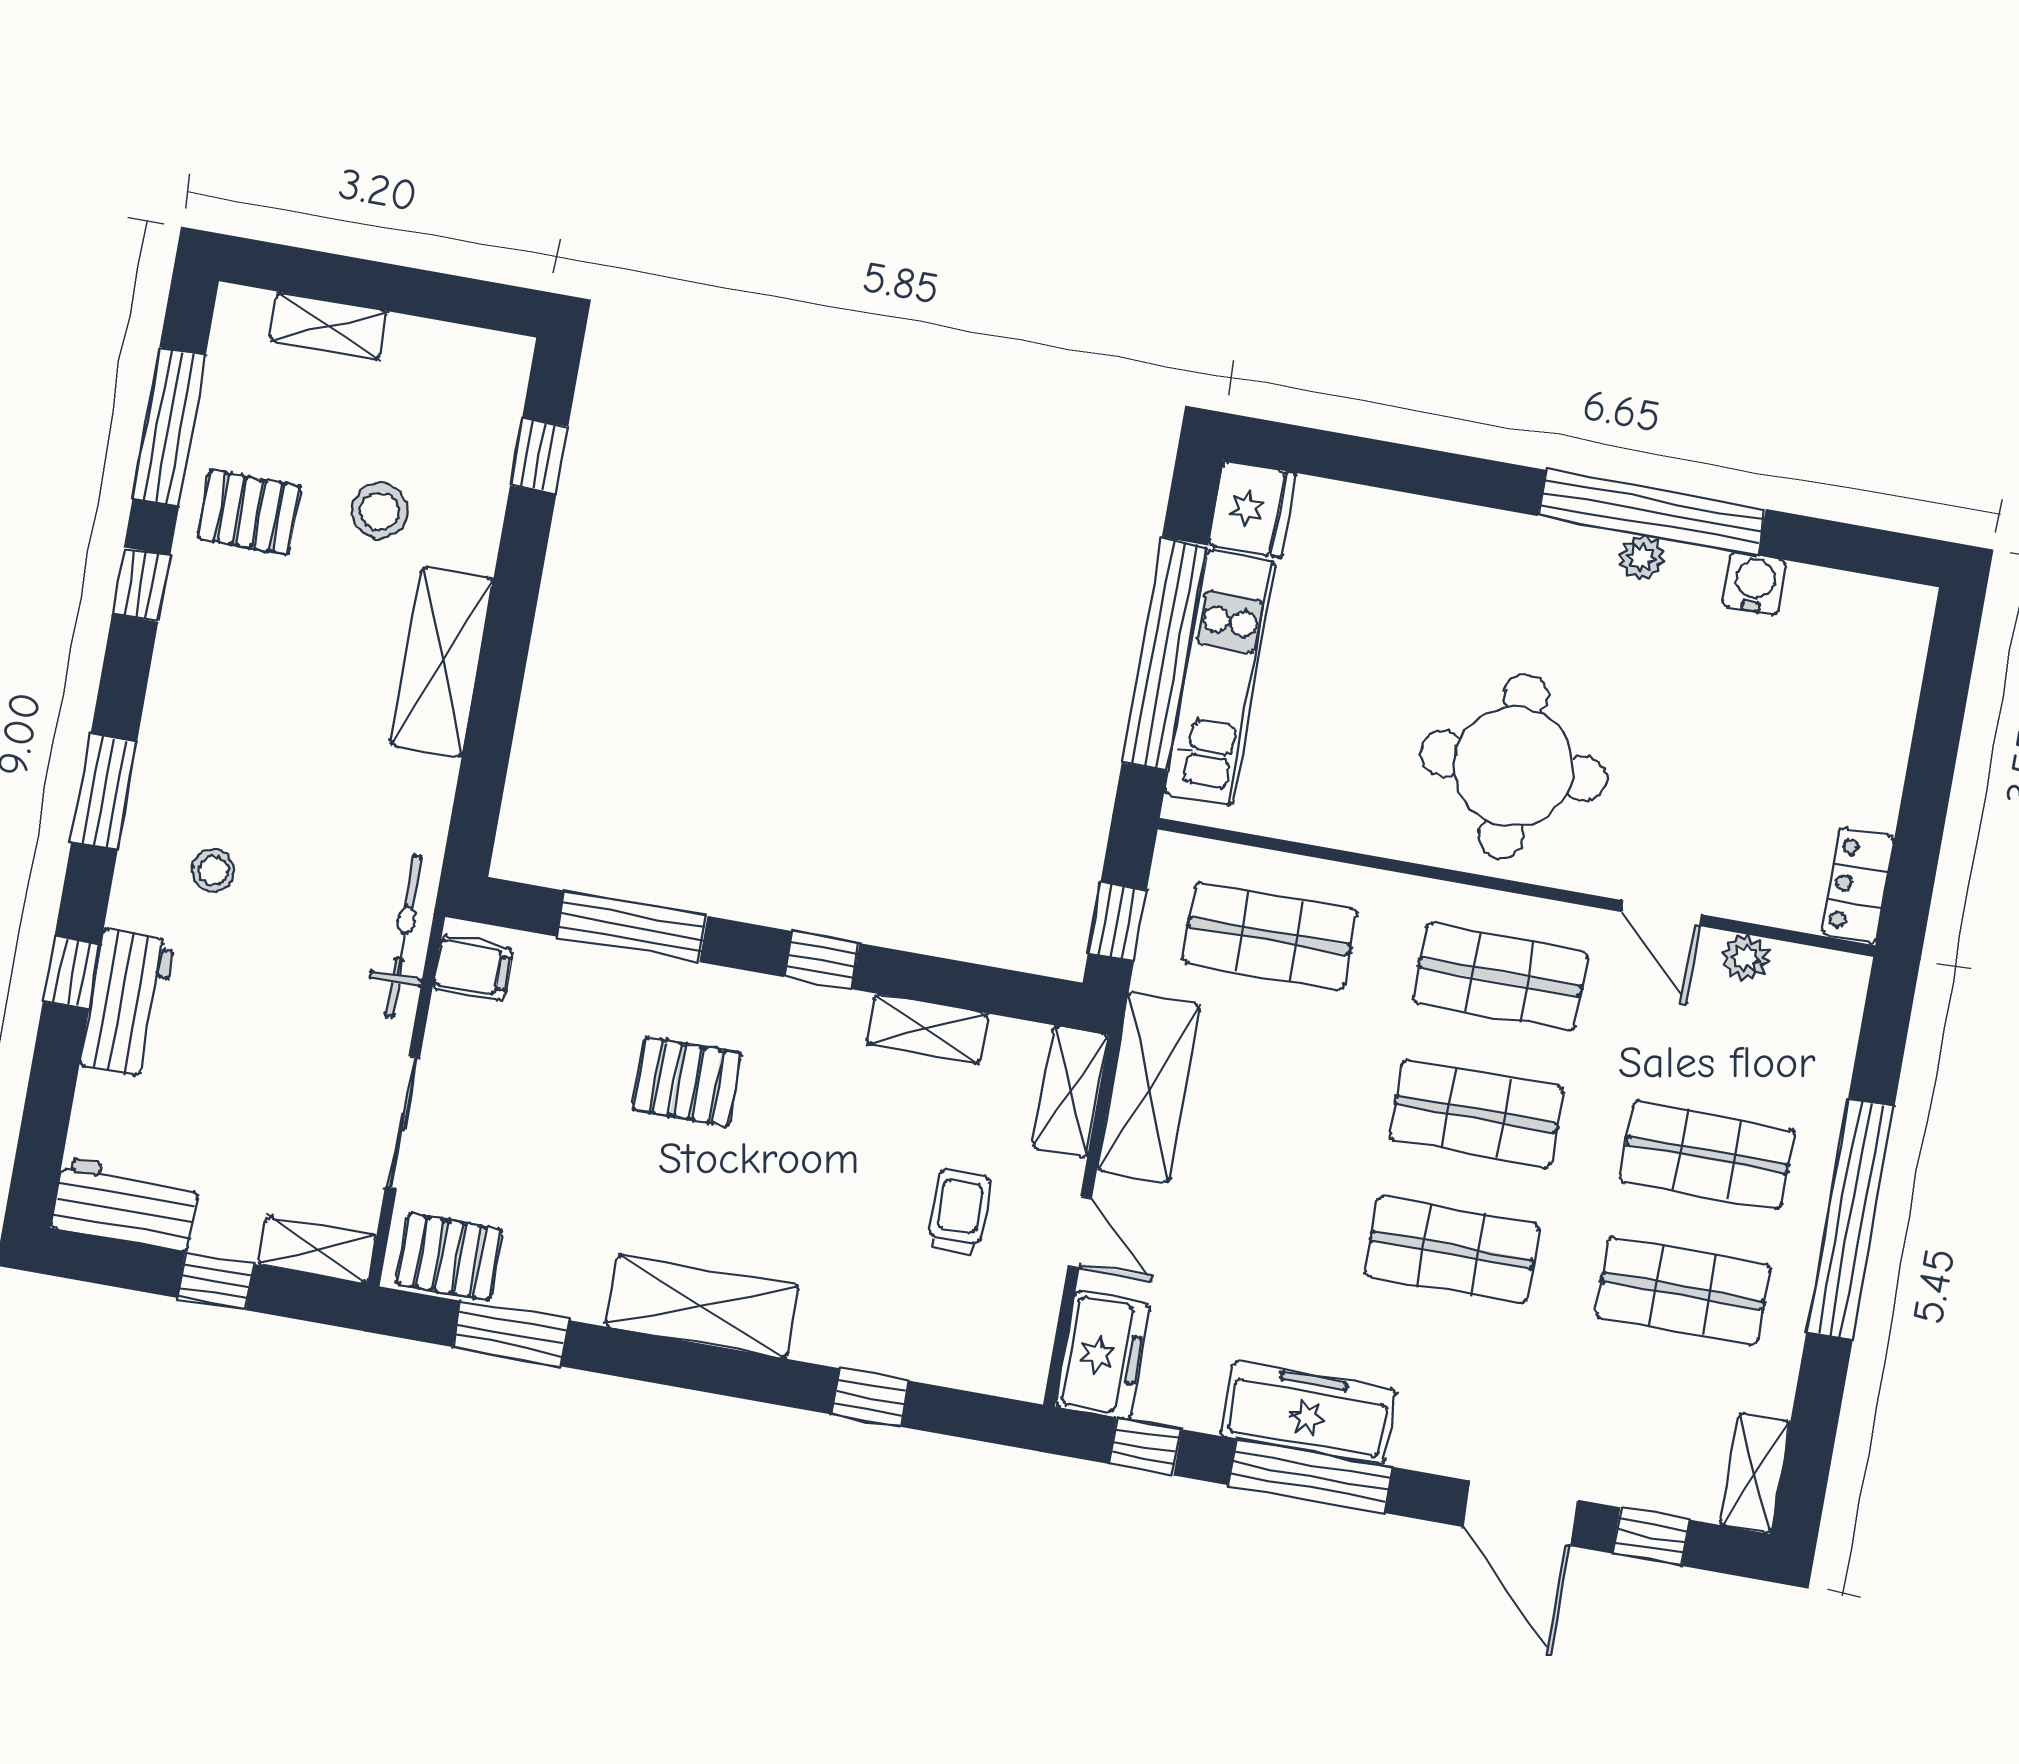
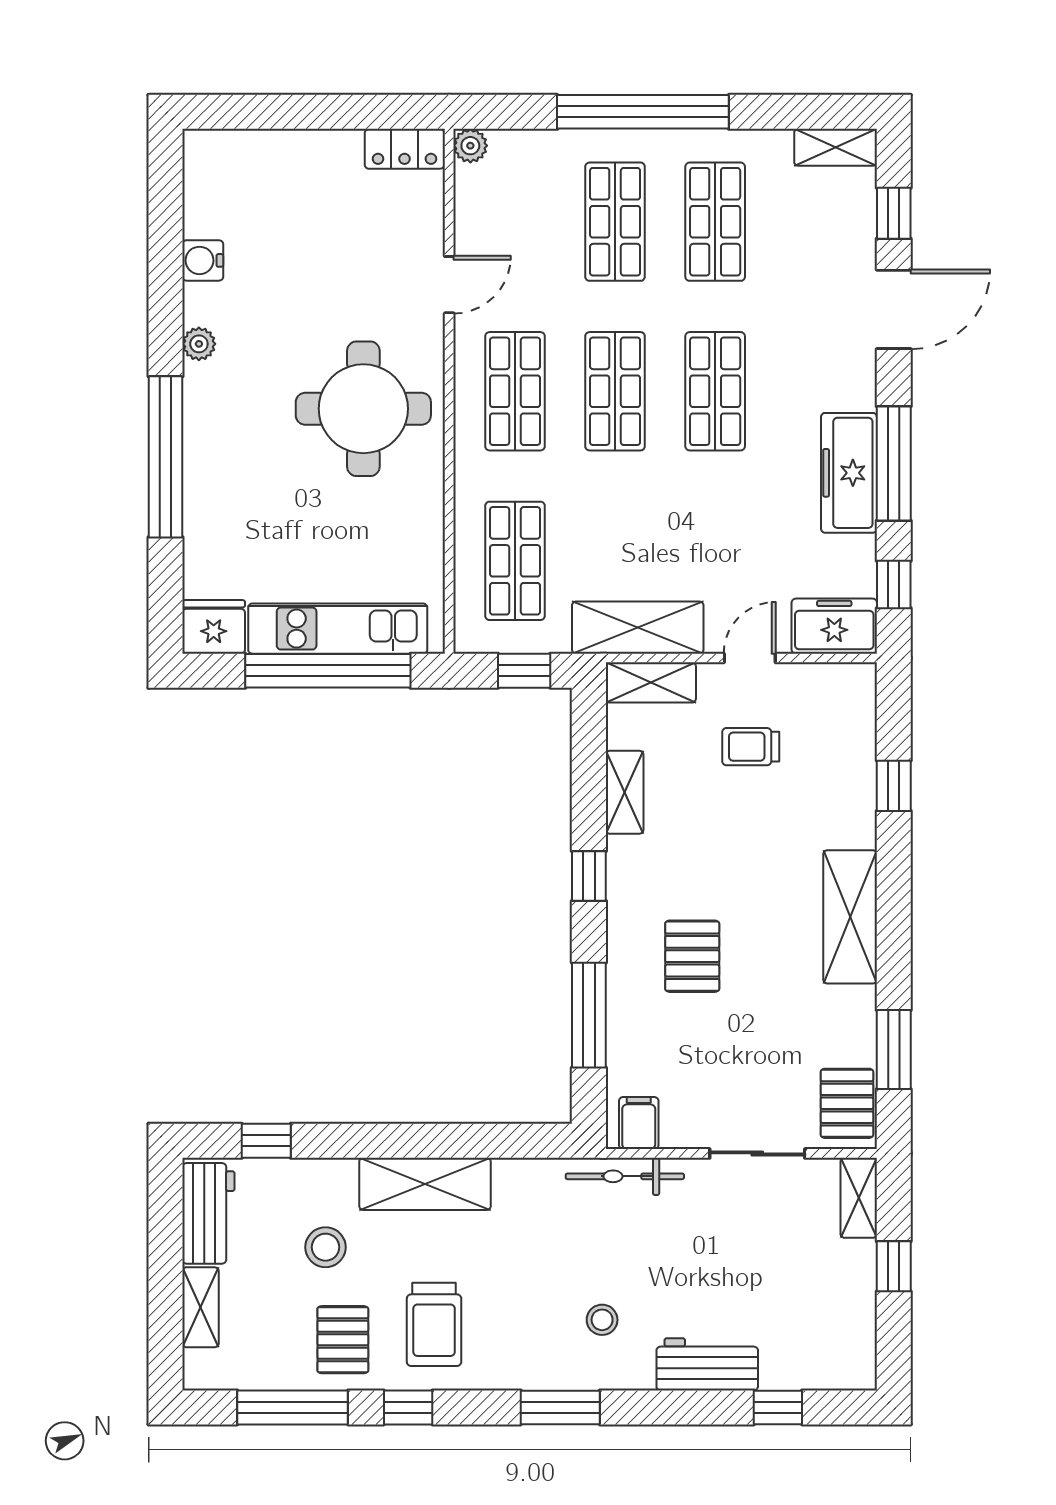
window: (1652, 512) -> (165, 457), moved
trolley: (248, 640) -> (434, 1324), added
plant: (1745, 958) -> (470, 146), moved
window: (72, 973) -> (778, 1407), moved
workbench: (125, 1204) -> (208, 1213), moved, turned 180

